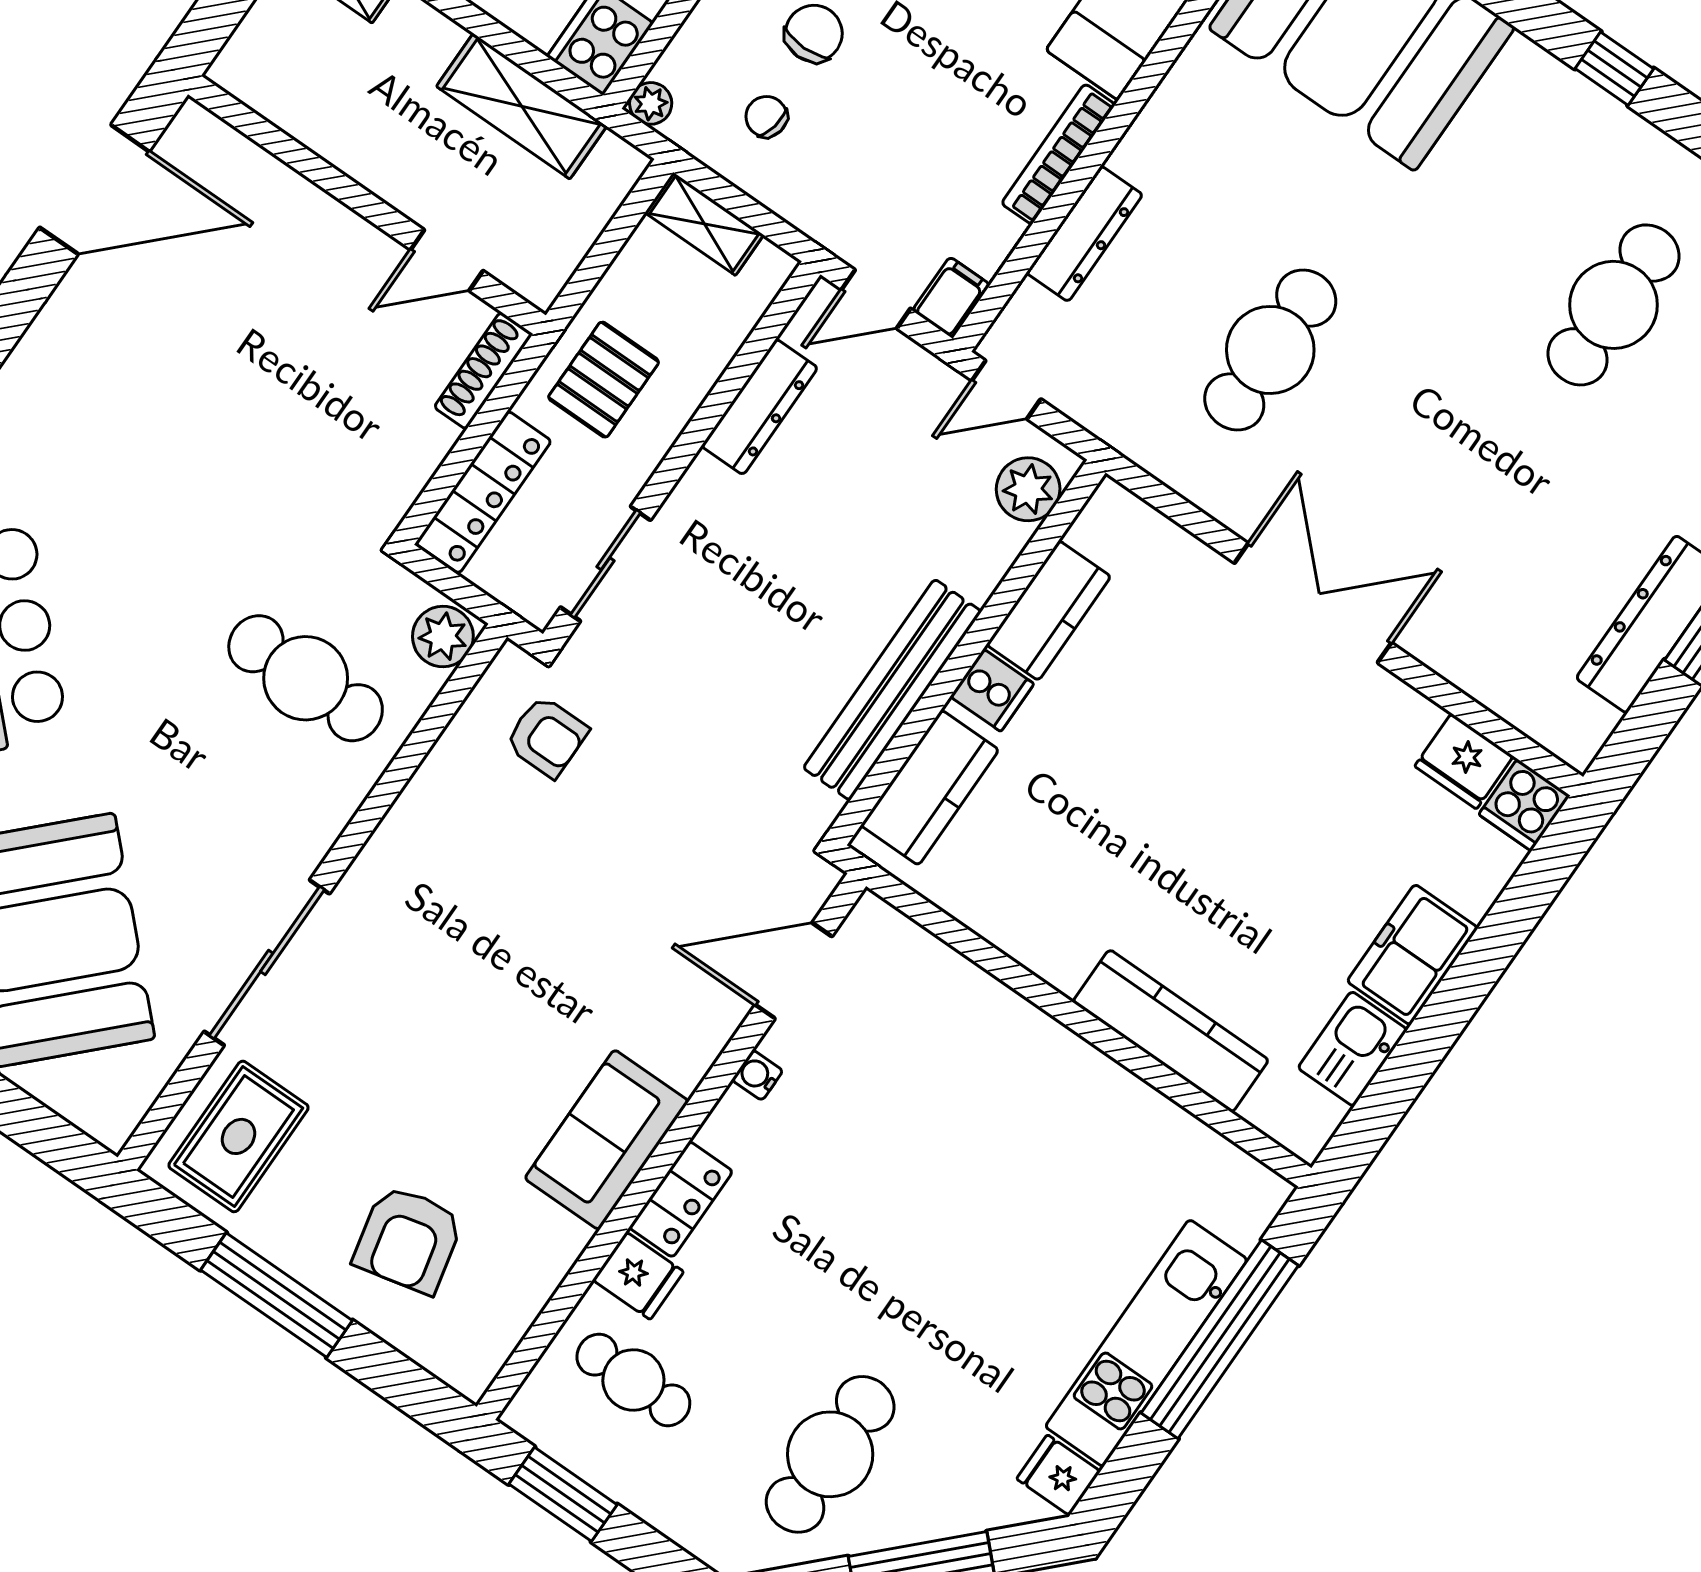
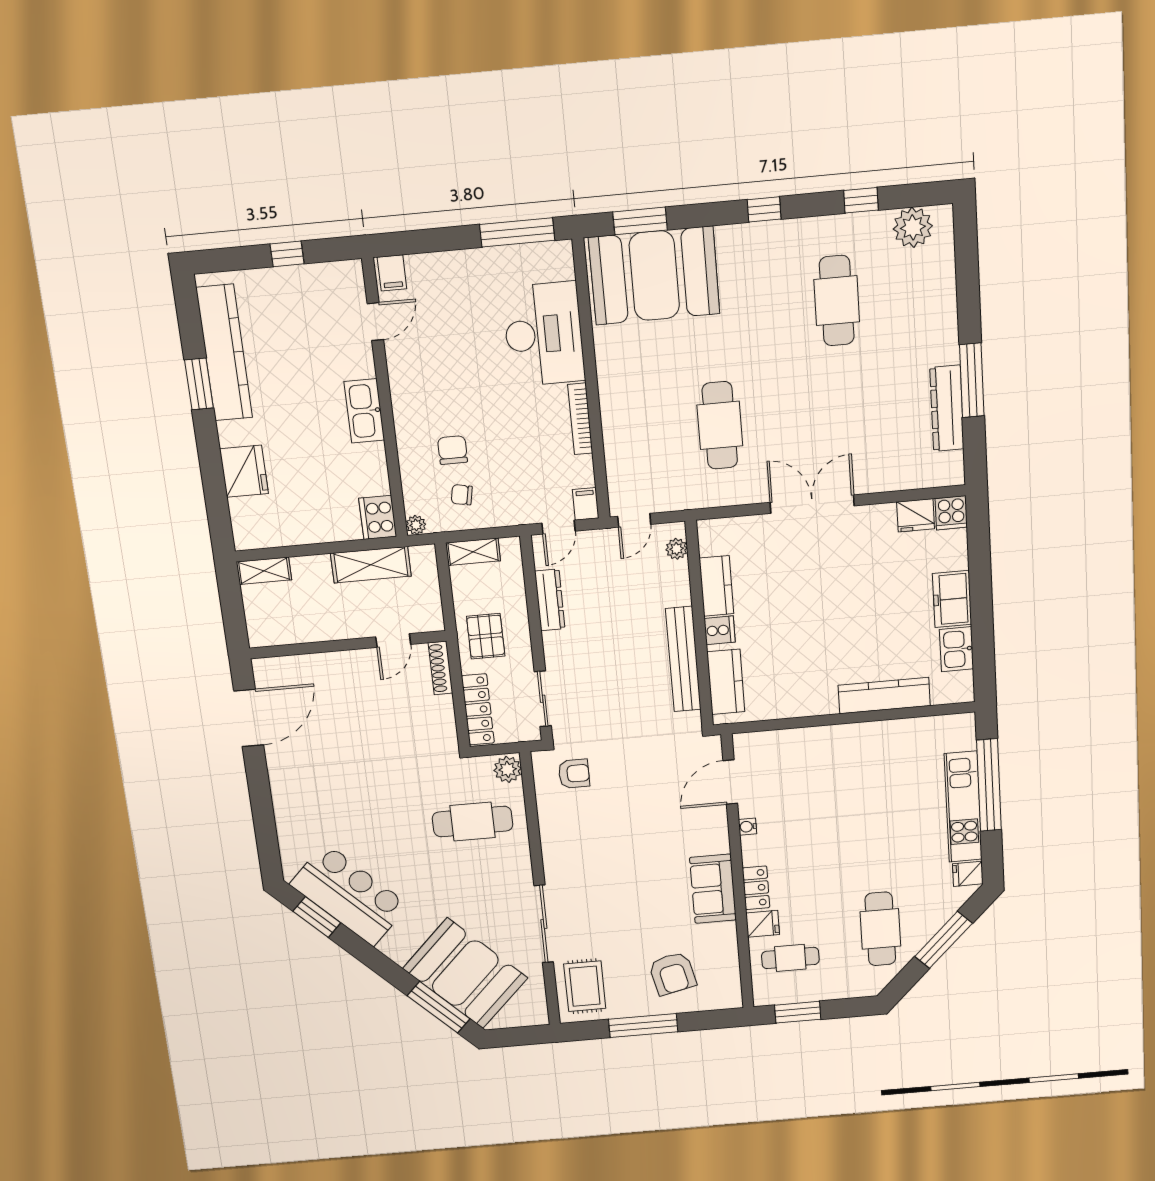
dresser: (1085, 234) -> (615, 440), removed
plant: (1028, 489) -> (677, 549), width x0.73, depth x0.73

